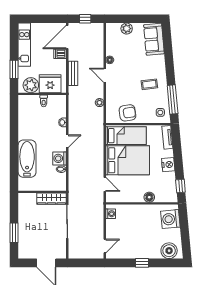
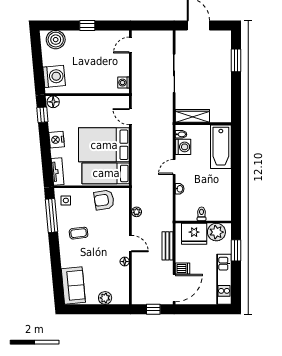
wall: (42, 192) -> (203, 124), moved
floor lamp: (149, 197) -> (53, 102), moved
wardrobe: (51, 199) -> (192, 116), moved

